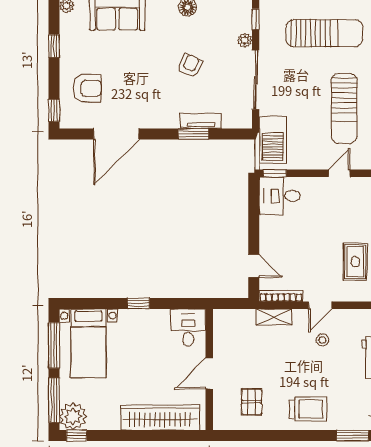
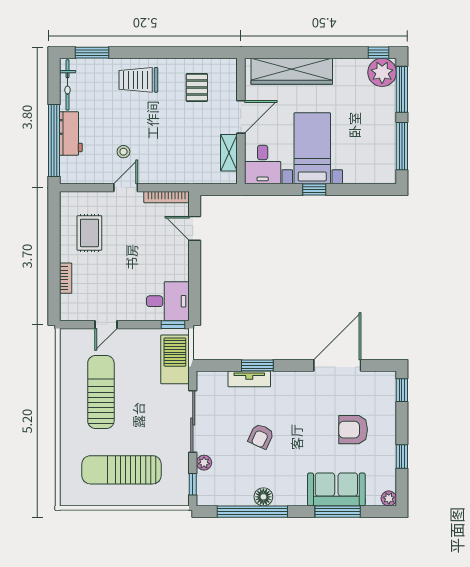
armchair: (87, 88) -> (353, 430), moved
shelving: (274, 317) -> (229, 153), moved, turned 90
bed with nightstands: (88, 343) -> (312, 148), moved

